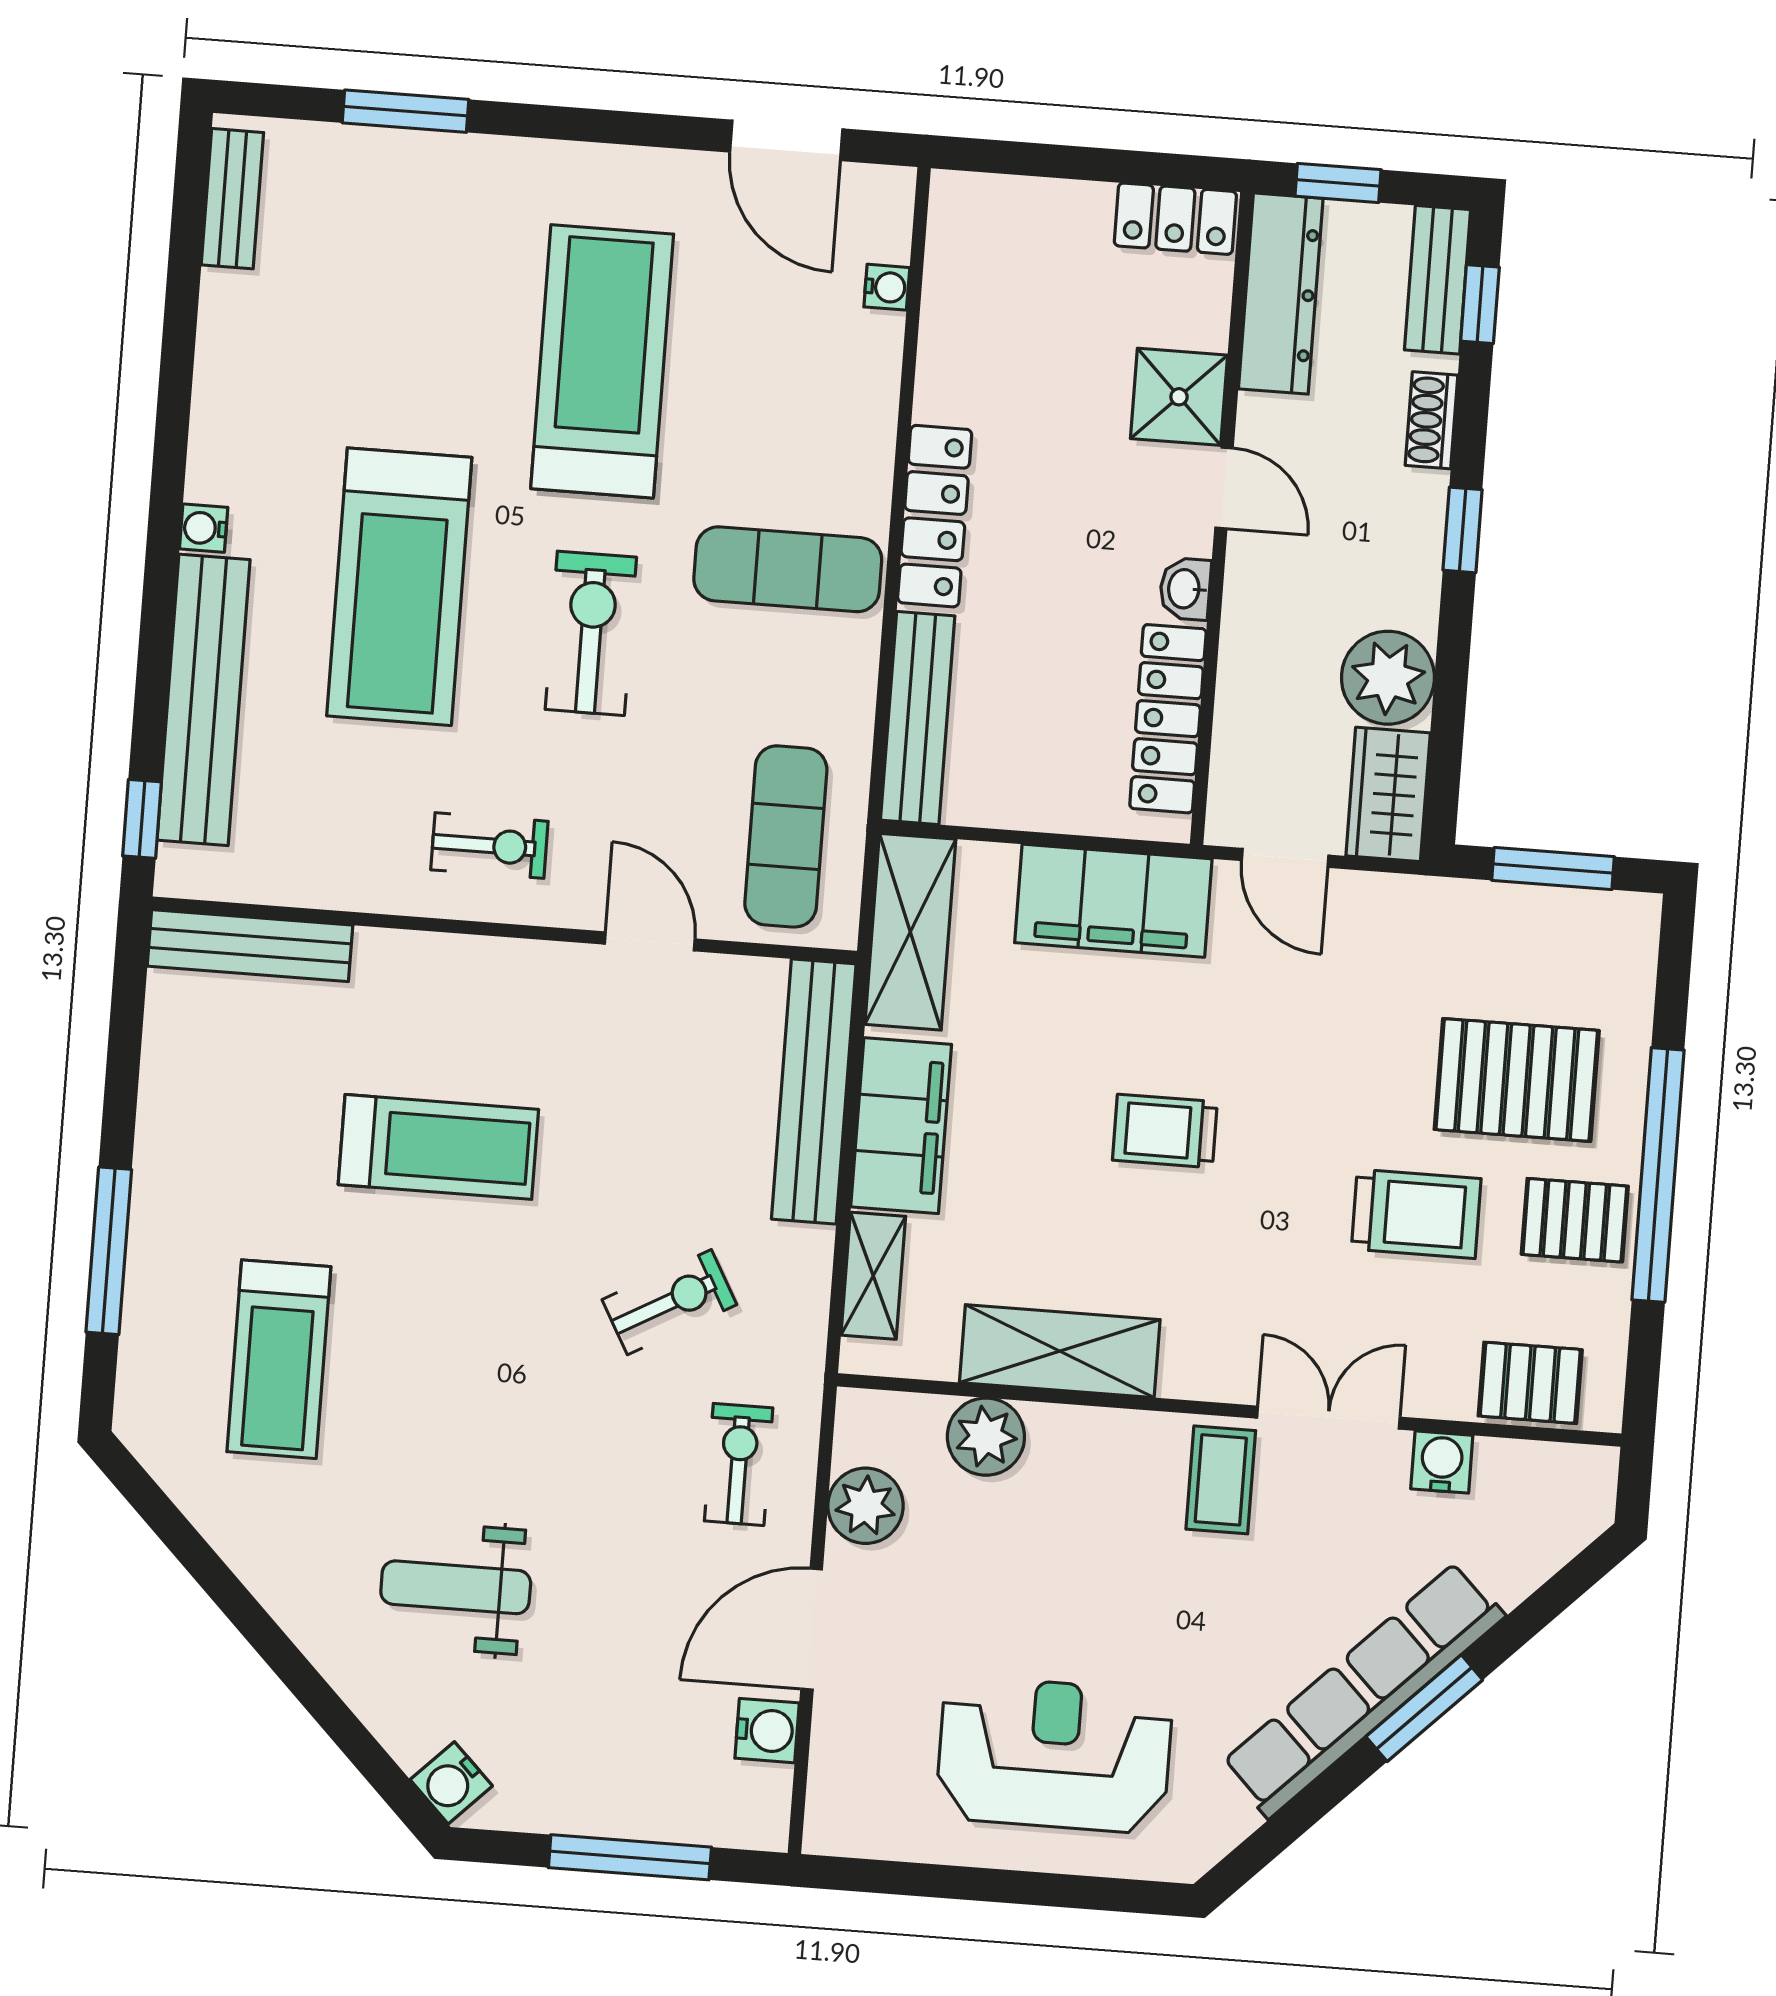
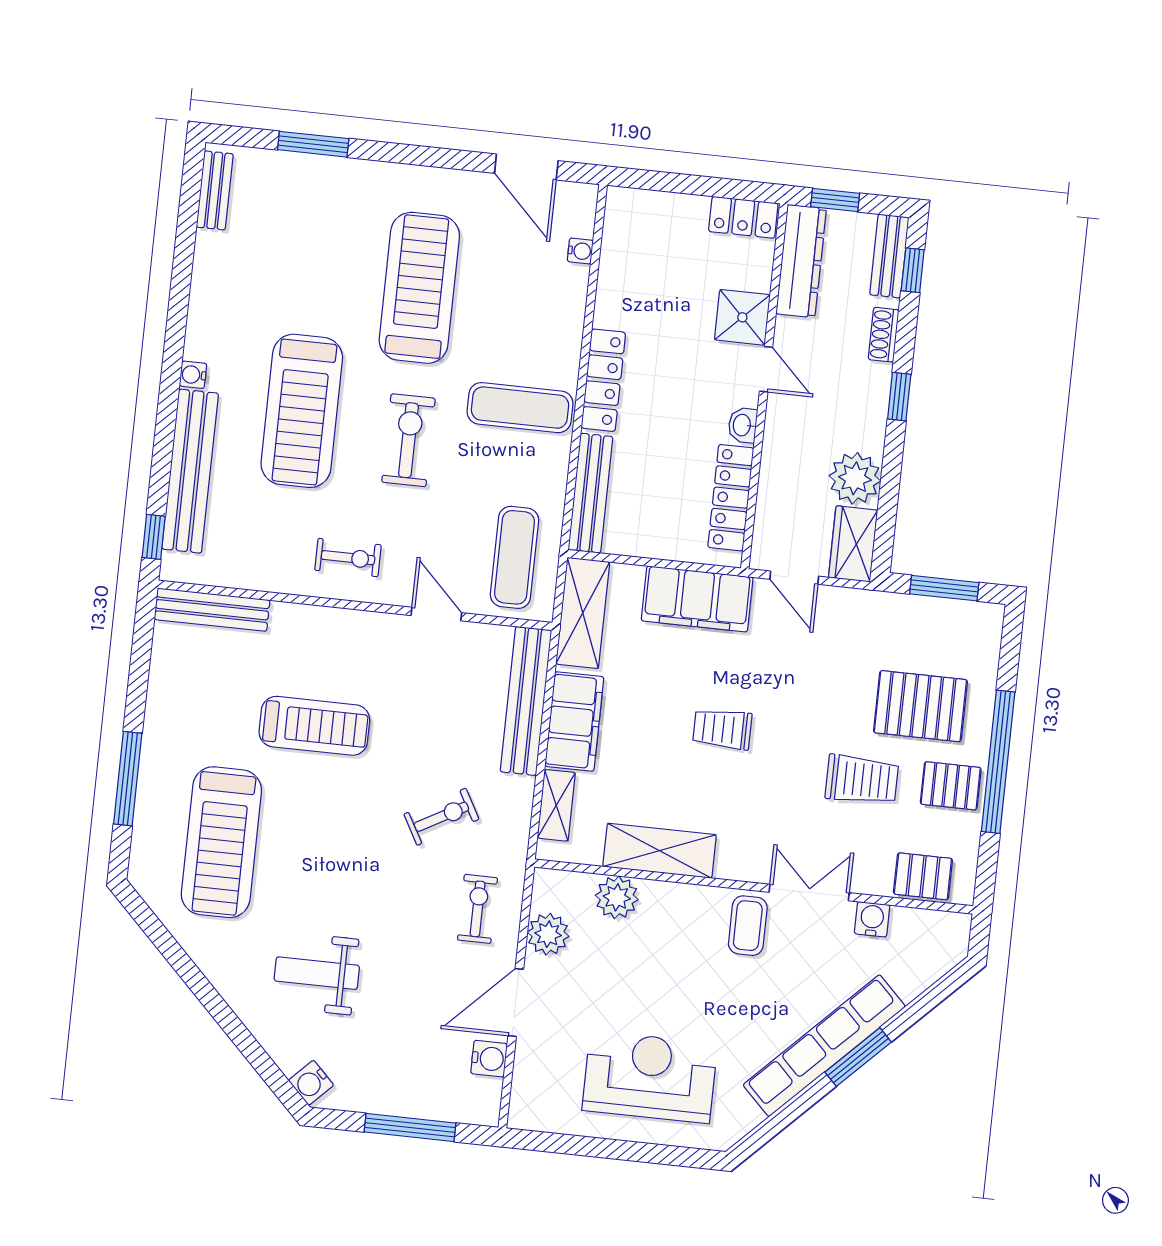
treadmill: (279, 1359) -> (221, 842), width x1.37, depth x1.38

